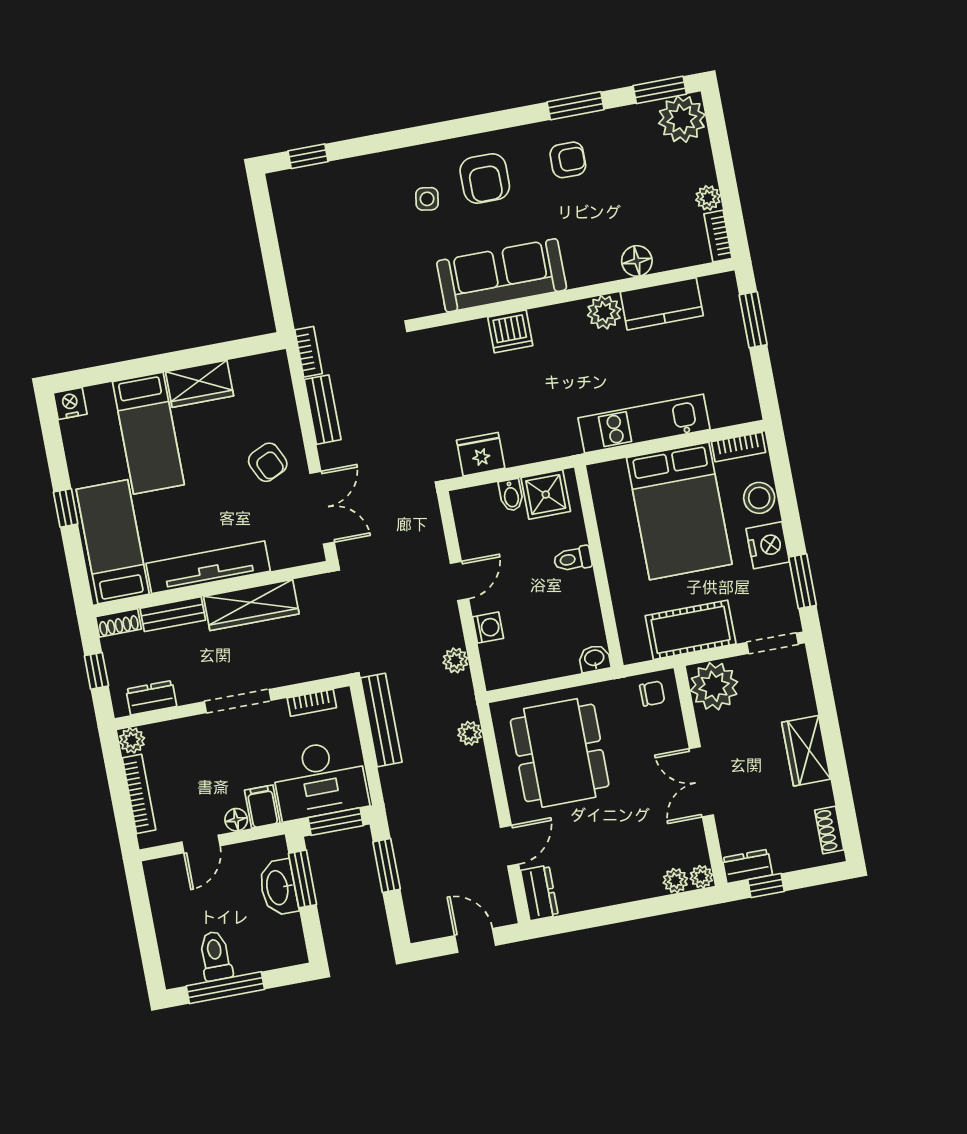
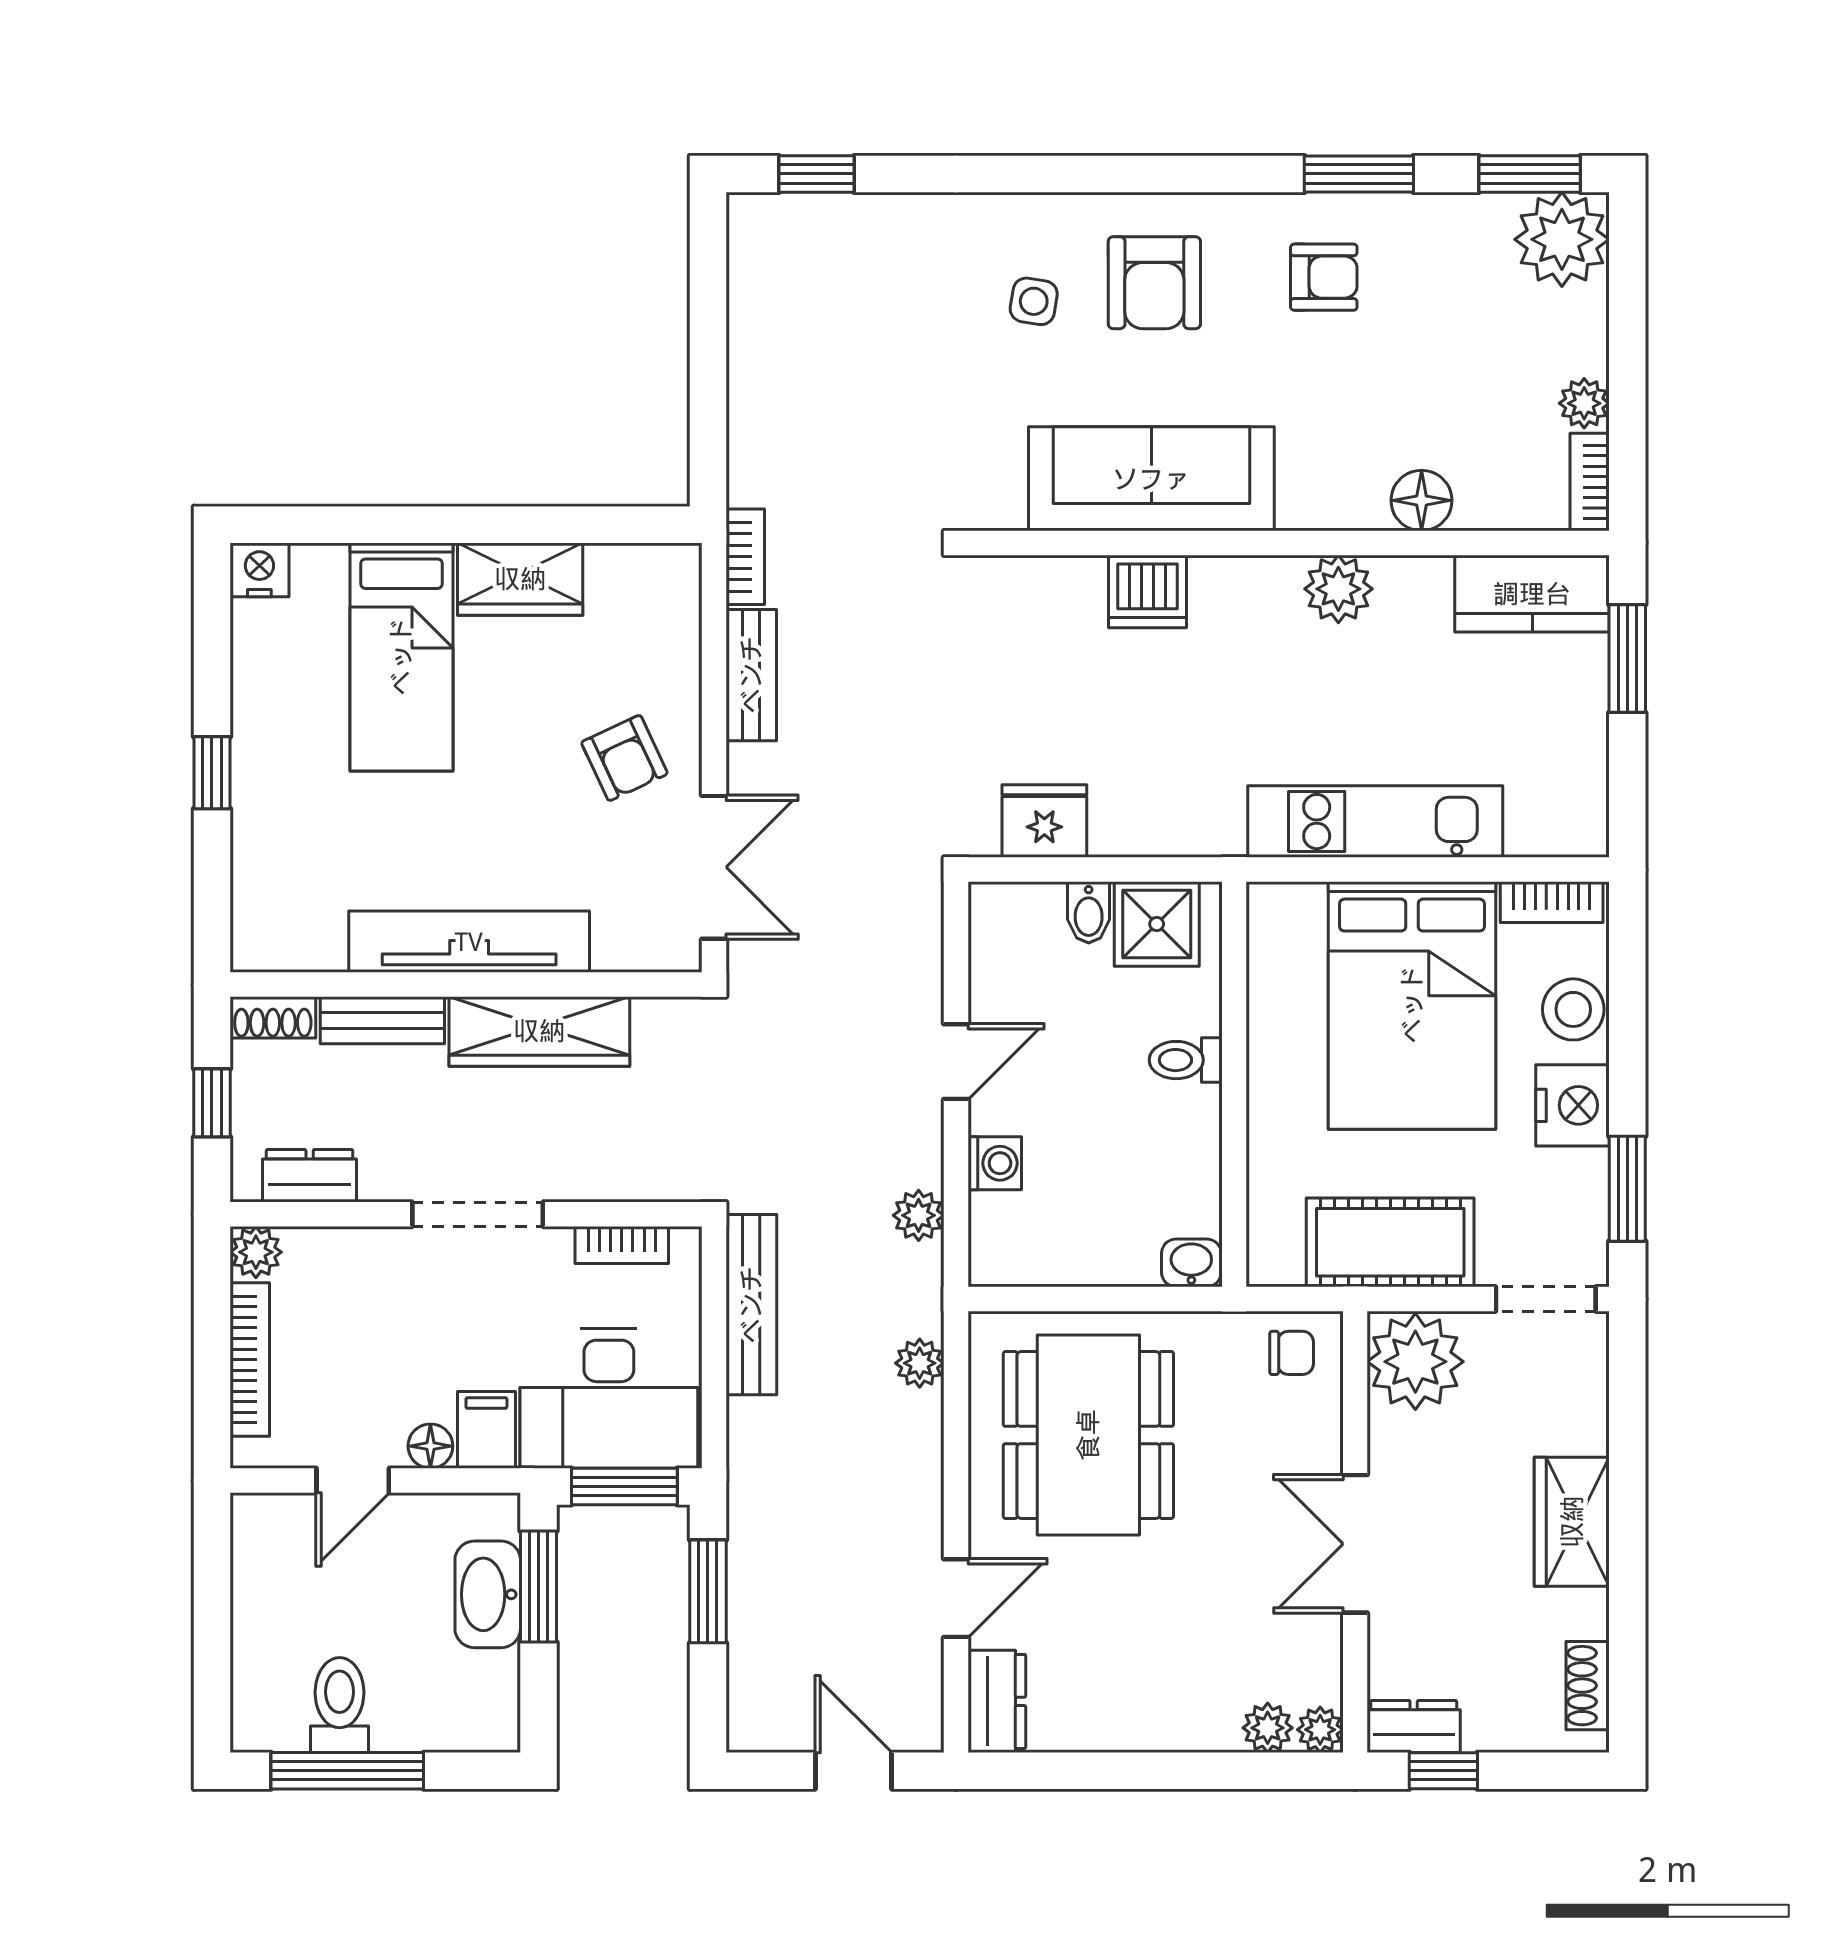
kitchen counter: (662, 304) -> (1532, 594), moved
bed: (113, 542) -> (292, 856), removed

